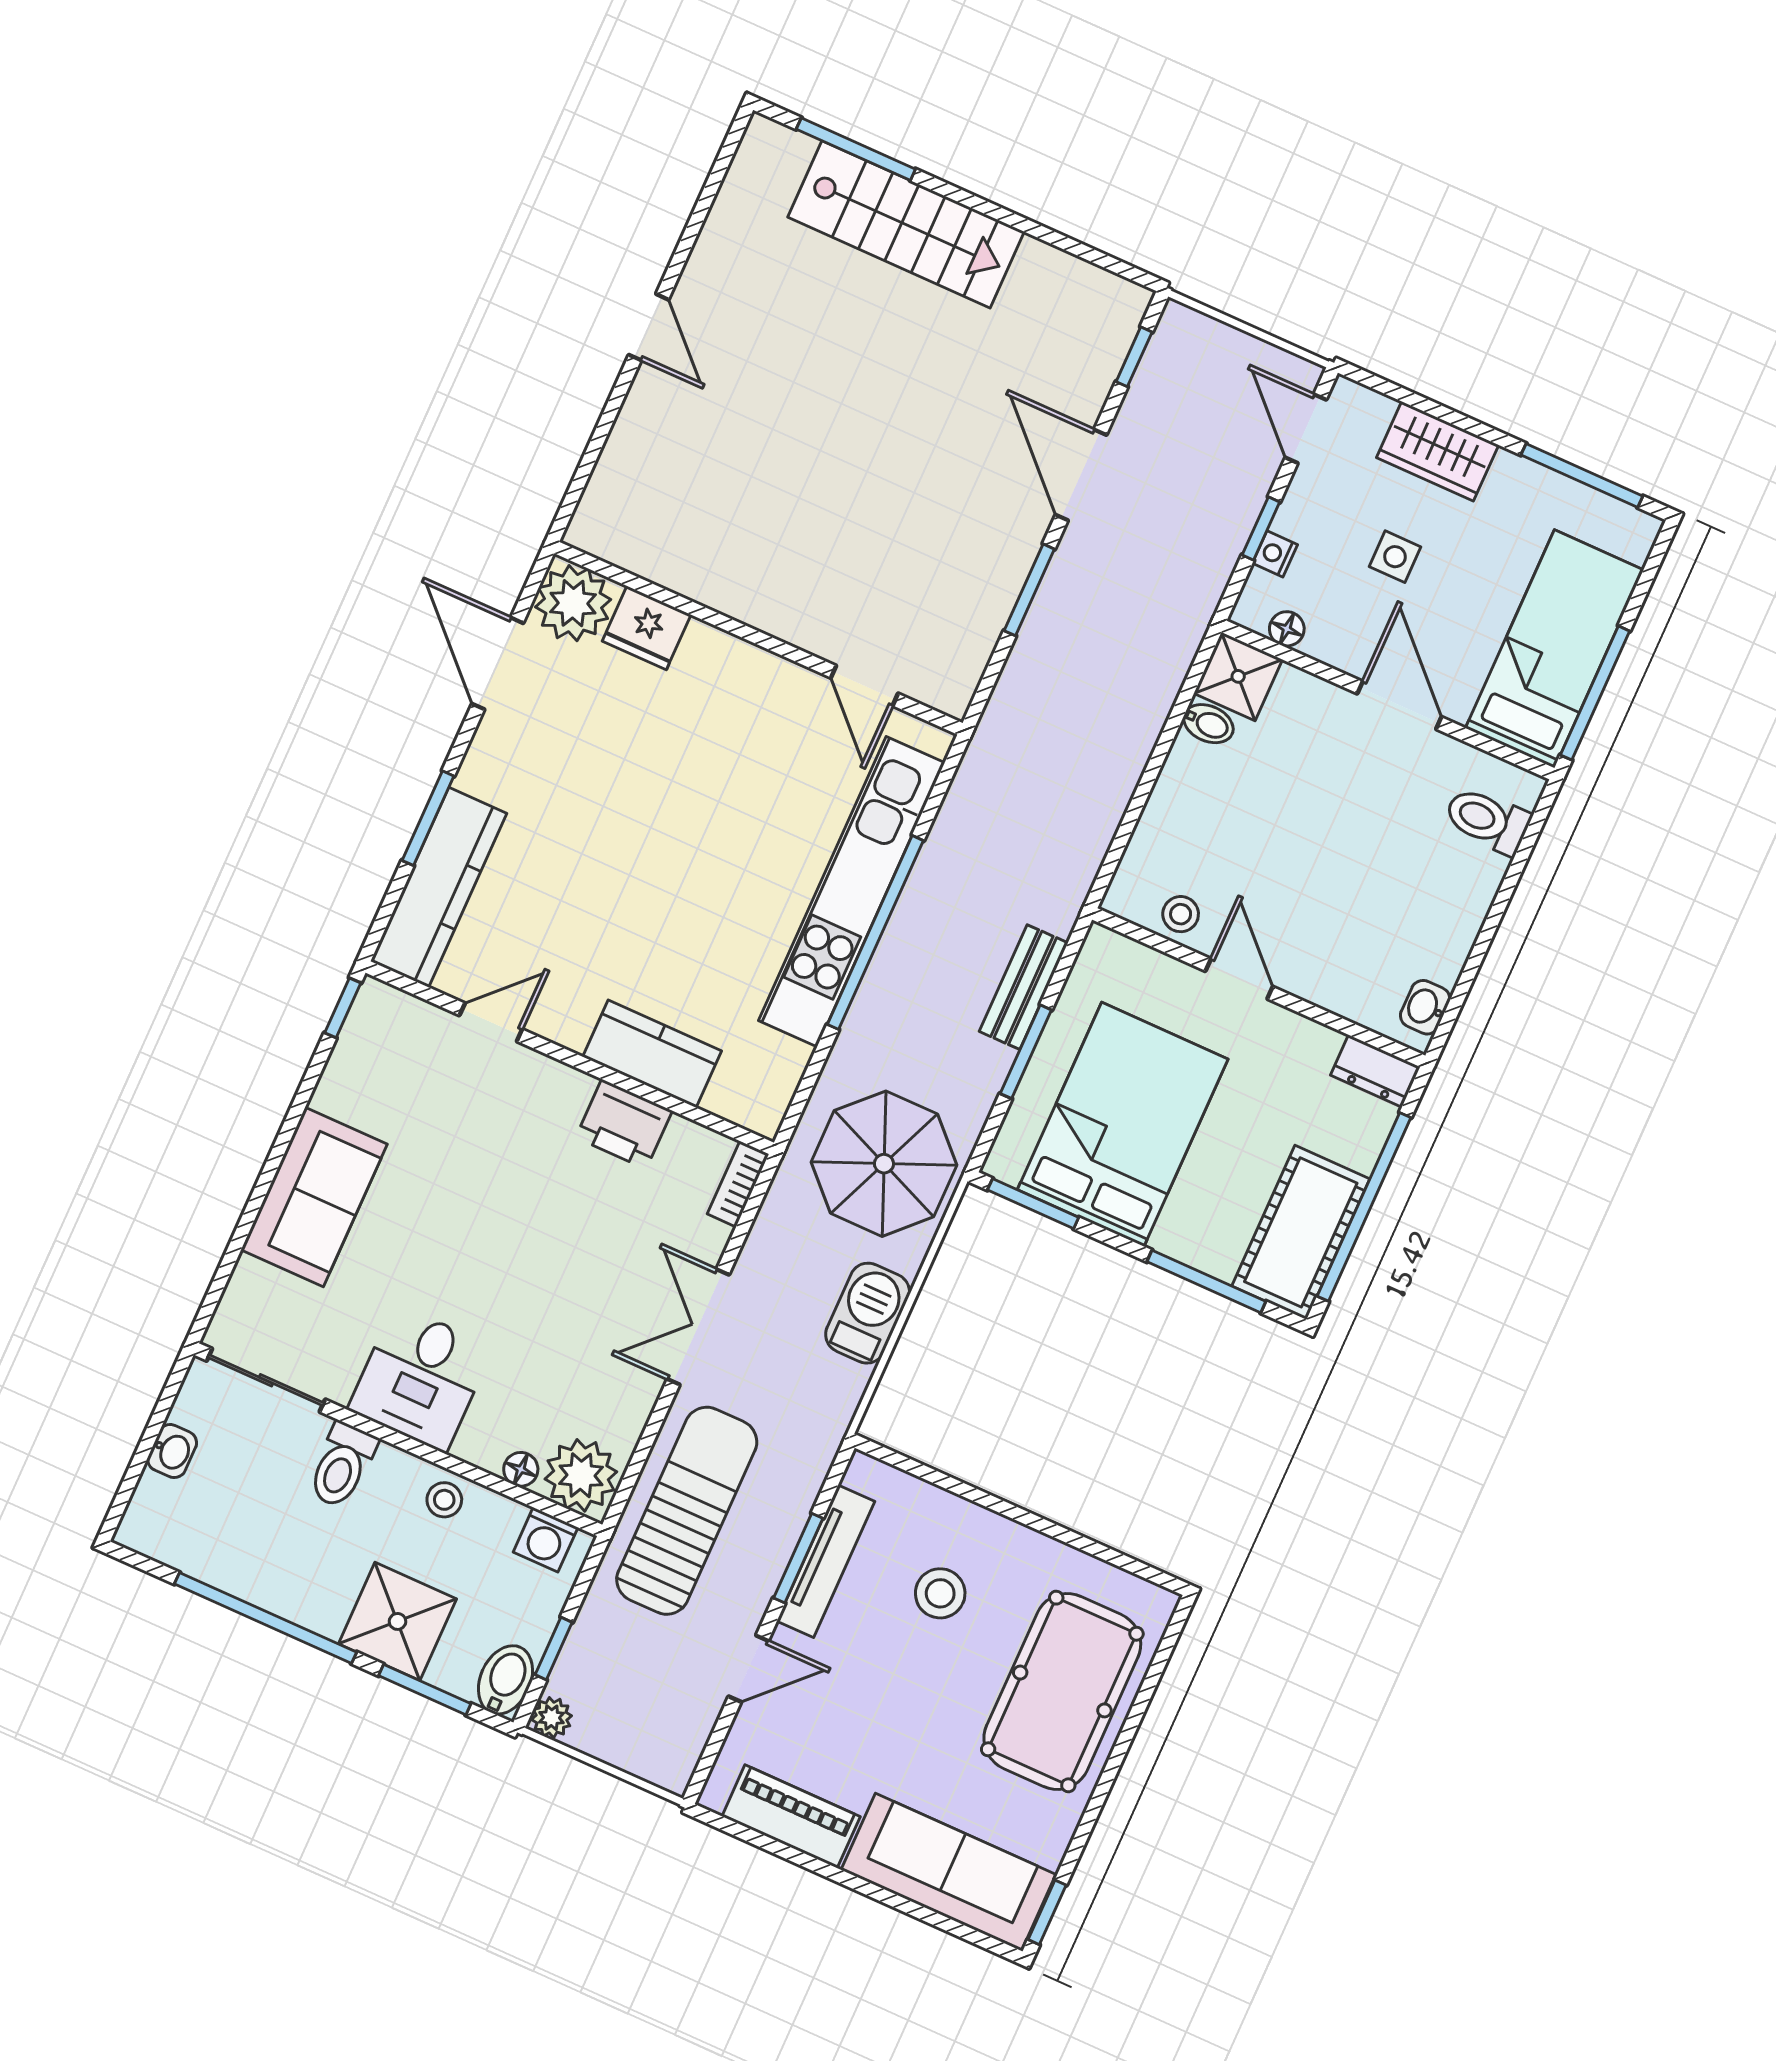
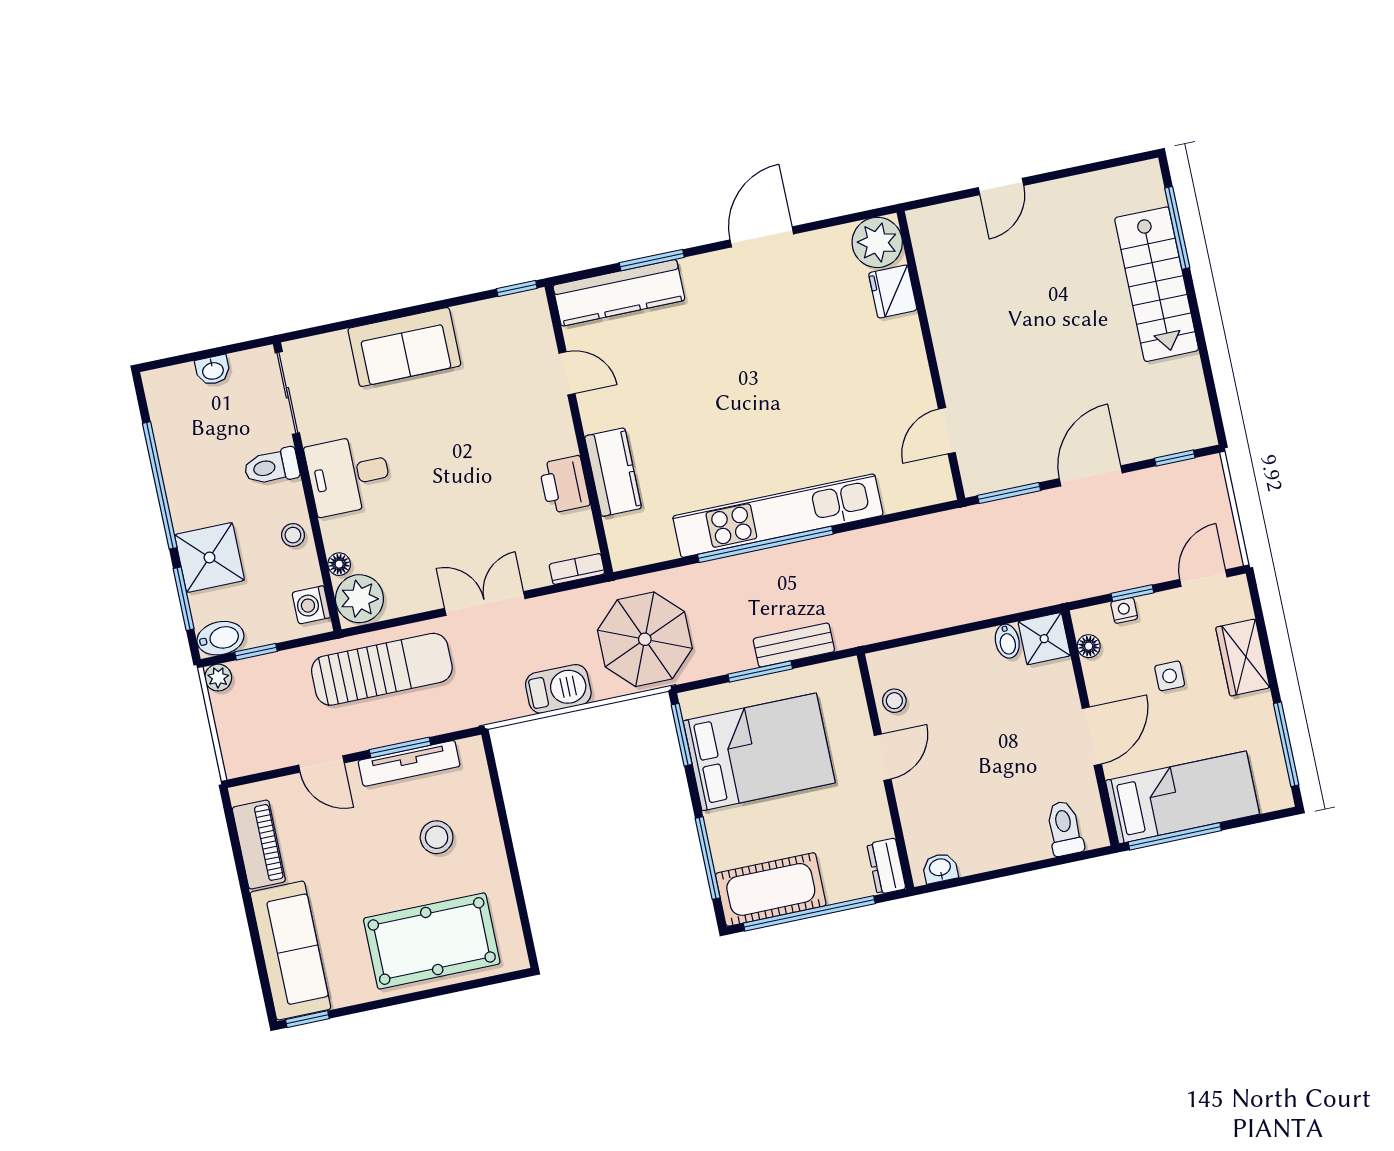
plant: (573, 603) -> (877, 242), moved
fridge: (647, 628) -> (893, 291), moved
wall: (758, 638) -> (931, 355), moved
door: (864, 686) -> (947, 431), moved

